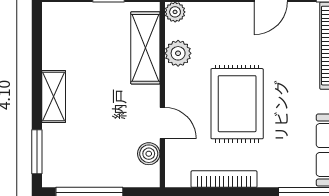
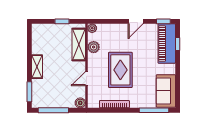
door: (162, 123) -> (86, 79), swing flipped
boiler: (149, 154) -> (80, 103), moved

